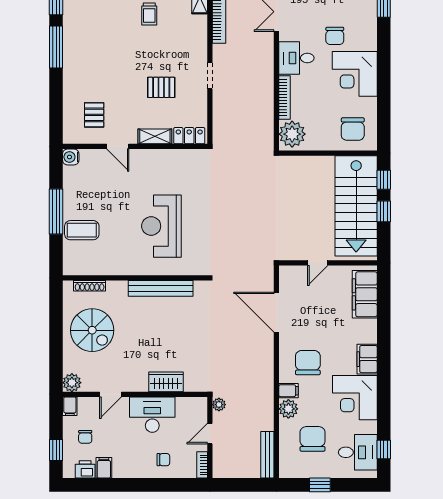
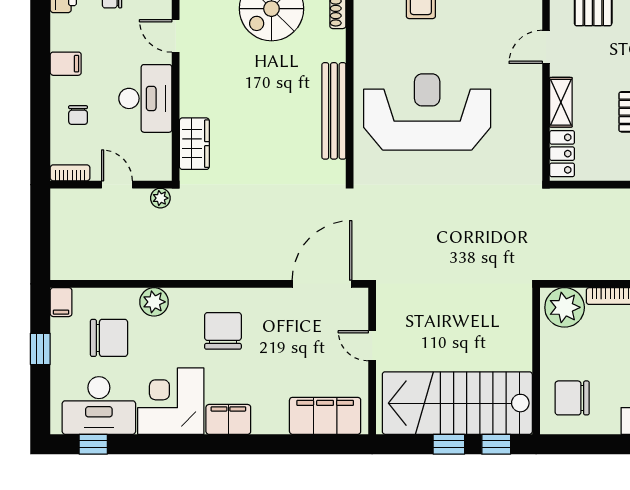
reception desk: (161, 226) -> (427, 112), width x1.36, depth x1.30
door: (276, 312) -> (322, 284), moved
chair: (308, 363) -> (223, 331), turned -90
wardrobe: (166, 382) -> (194, 144), moved
filing cabinet: (289, 391) -> (61, 302), moved
desk: (358, 452) -> (99, 405), width x1.37
bench: (267, 455) -> (85, 270), removed
filing cabinet: (104, 468) -> (66, 64), moved

